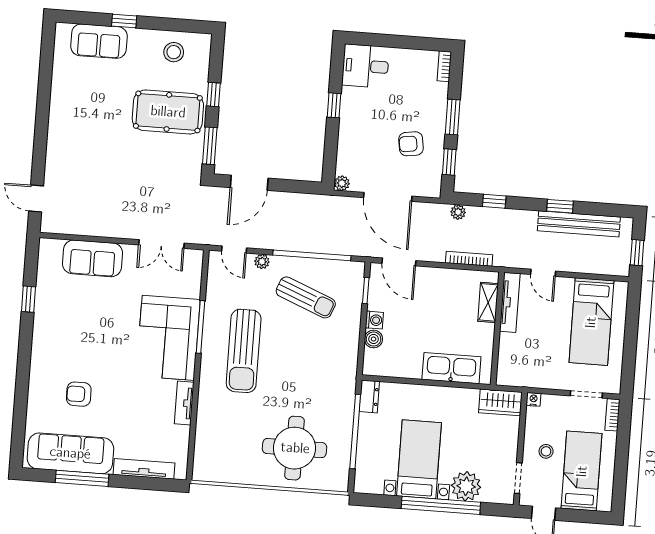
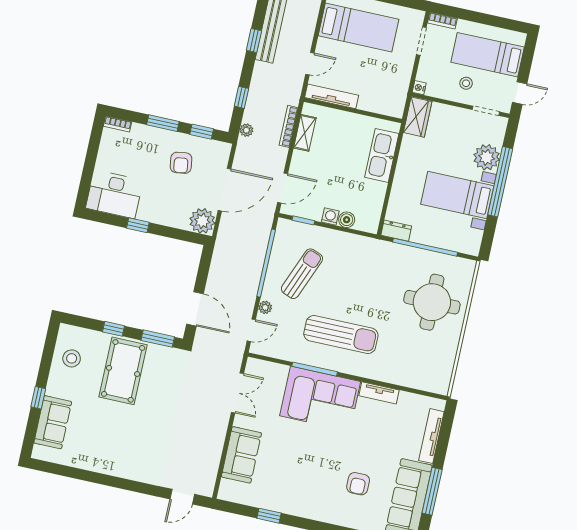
desk: (365, 66) -> (114, 194), width x1.37
plant: (342, 183) -> (202, 221), width x1.87, depth x1.87
shelving: (488, 302) -> (305, 133), moved, turned 90

